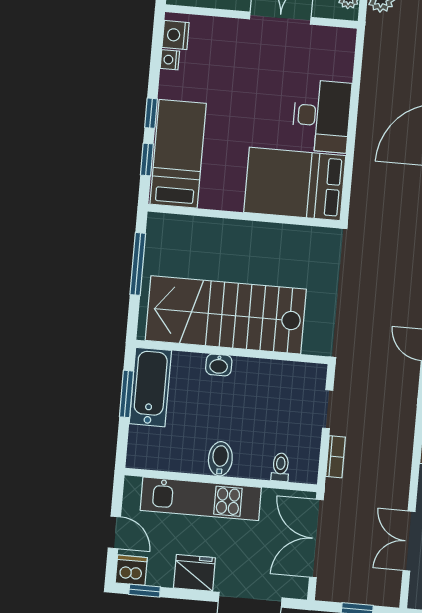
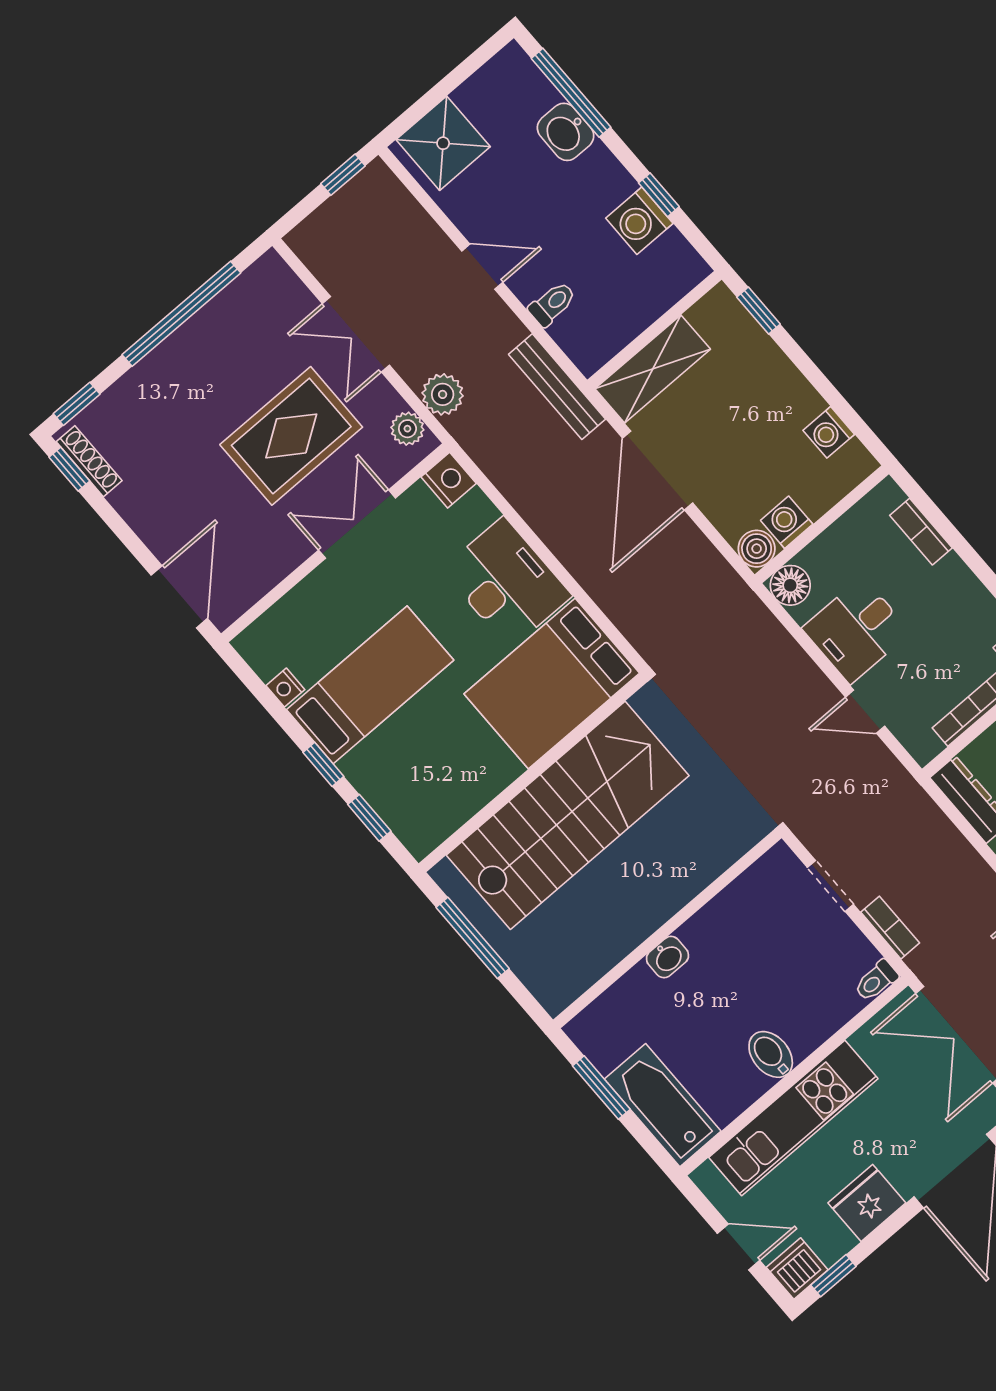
nightstand: (176, 35) -> (449, 480), moved, turned 180
bed: (178, 154) -> (370, 685), moved, turned 90
stairs: (226, 315) -> (568, 815), moved, turned 180
bathtub: (150, 387) -> (663, 1105), moved
toilet: (280, 467) -> (876, 981), moved, turned -90

